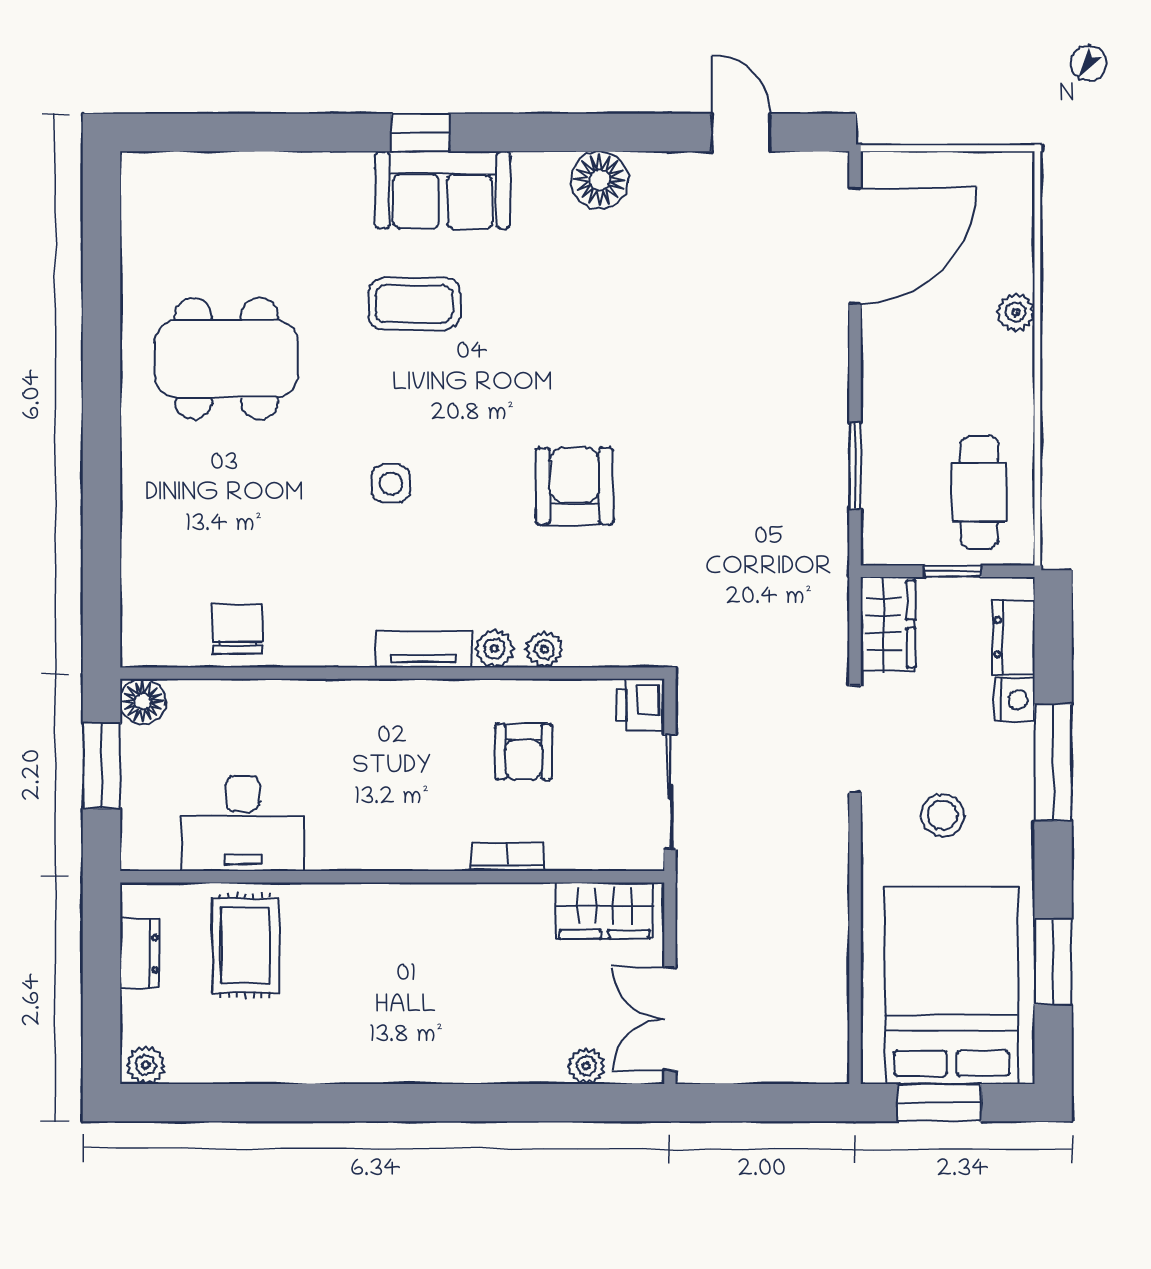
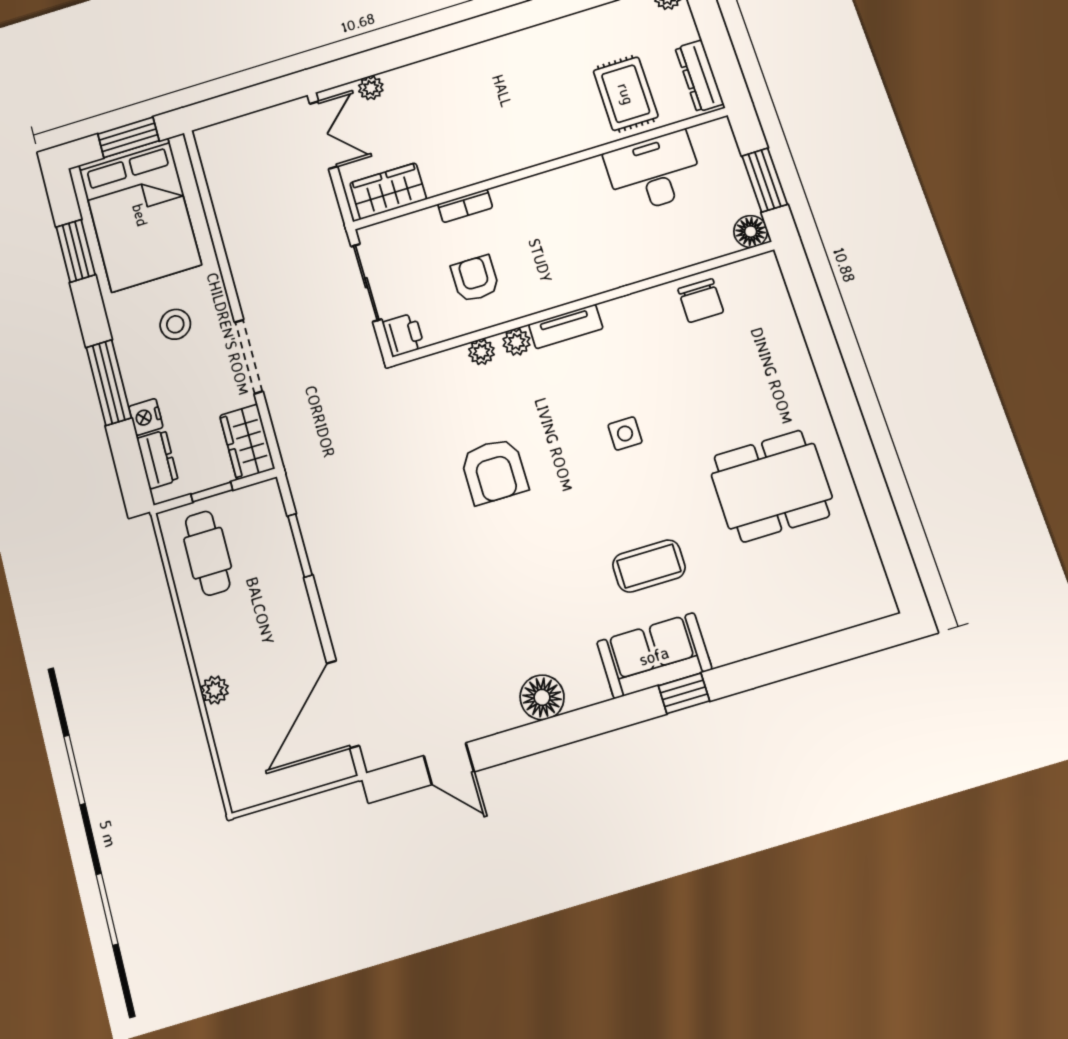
dresser: (140, 954) -> (699, 76), width x1.44

